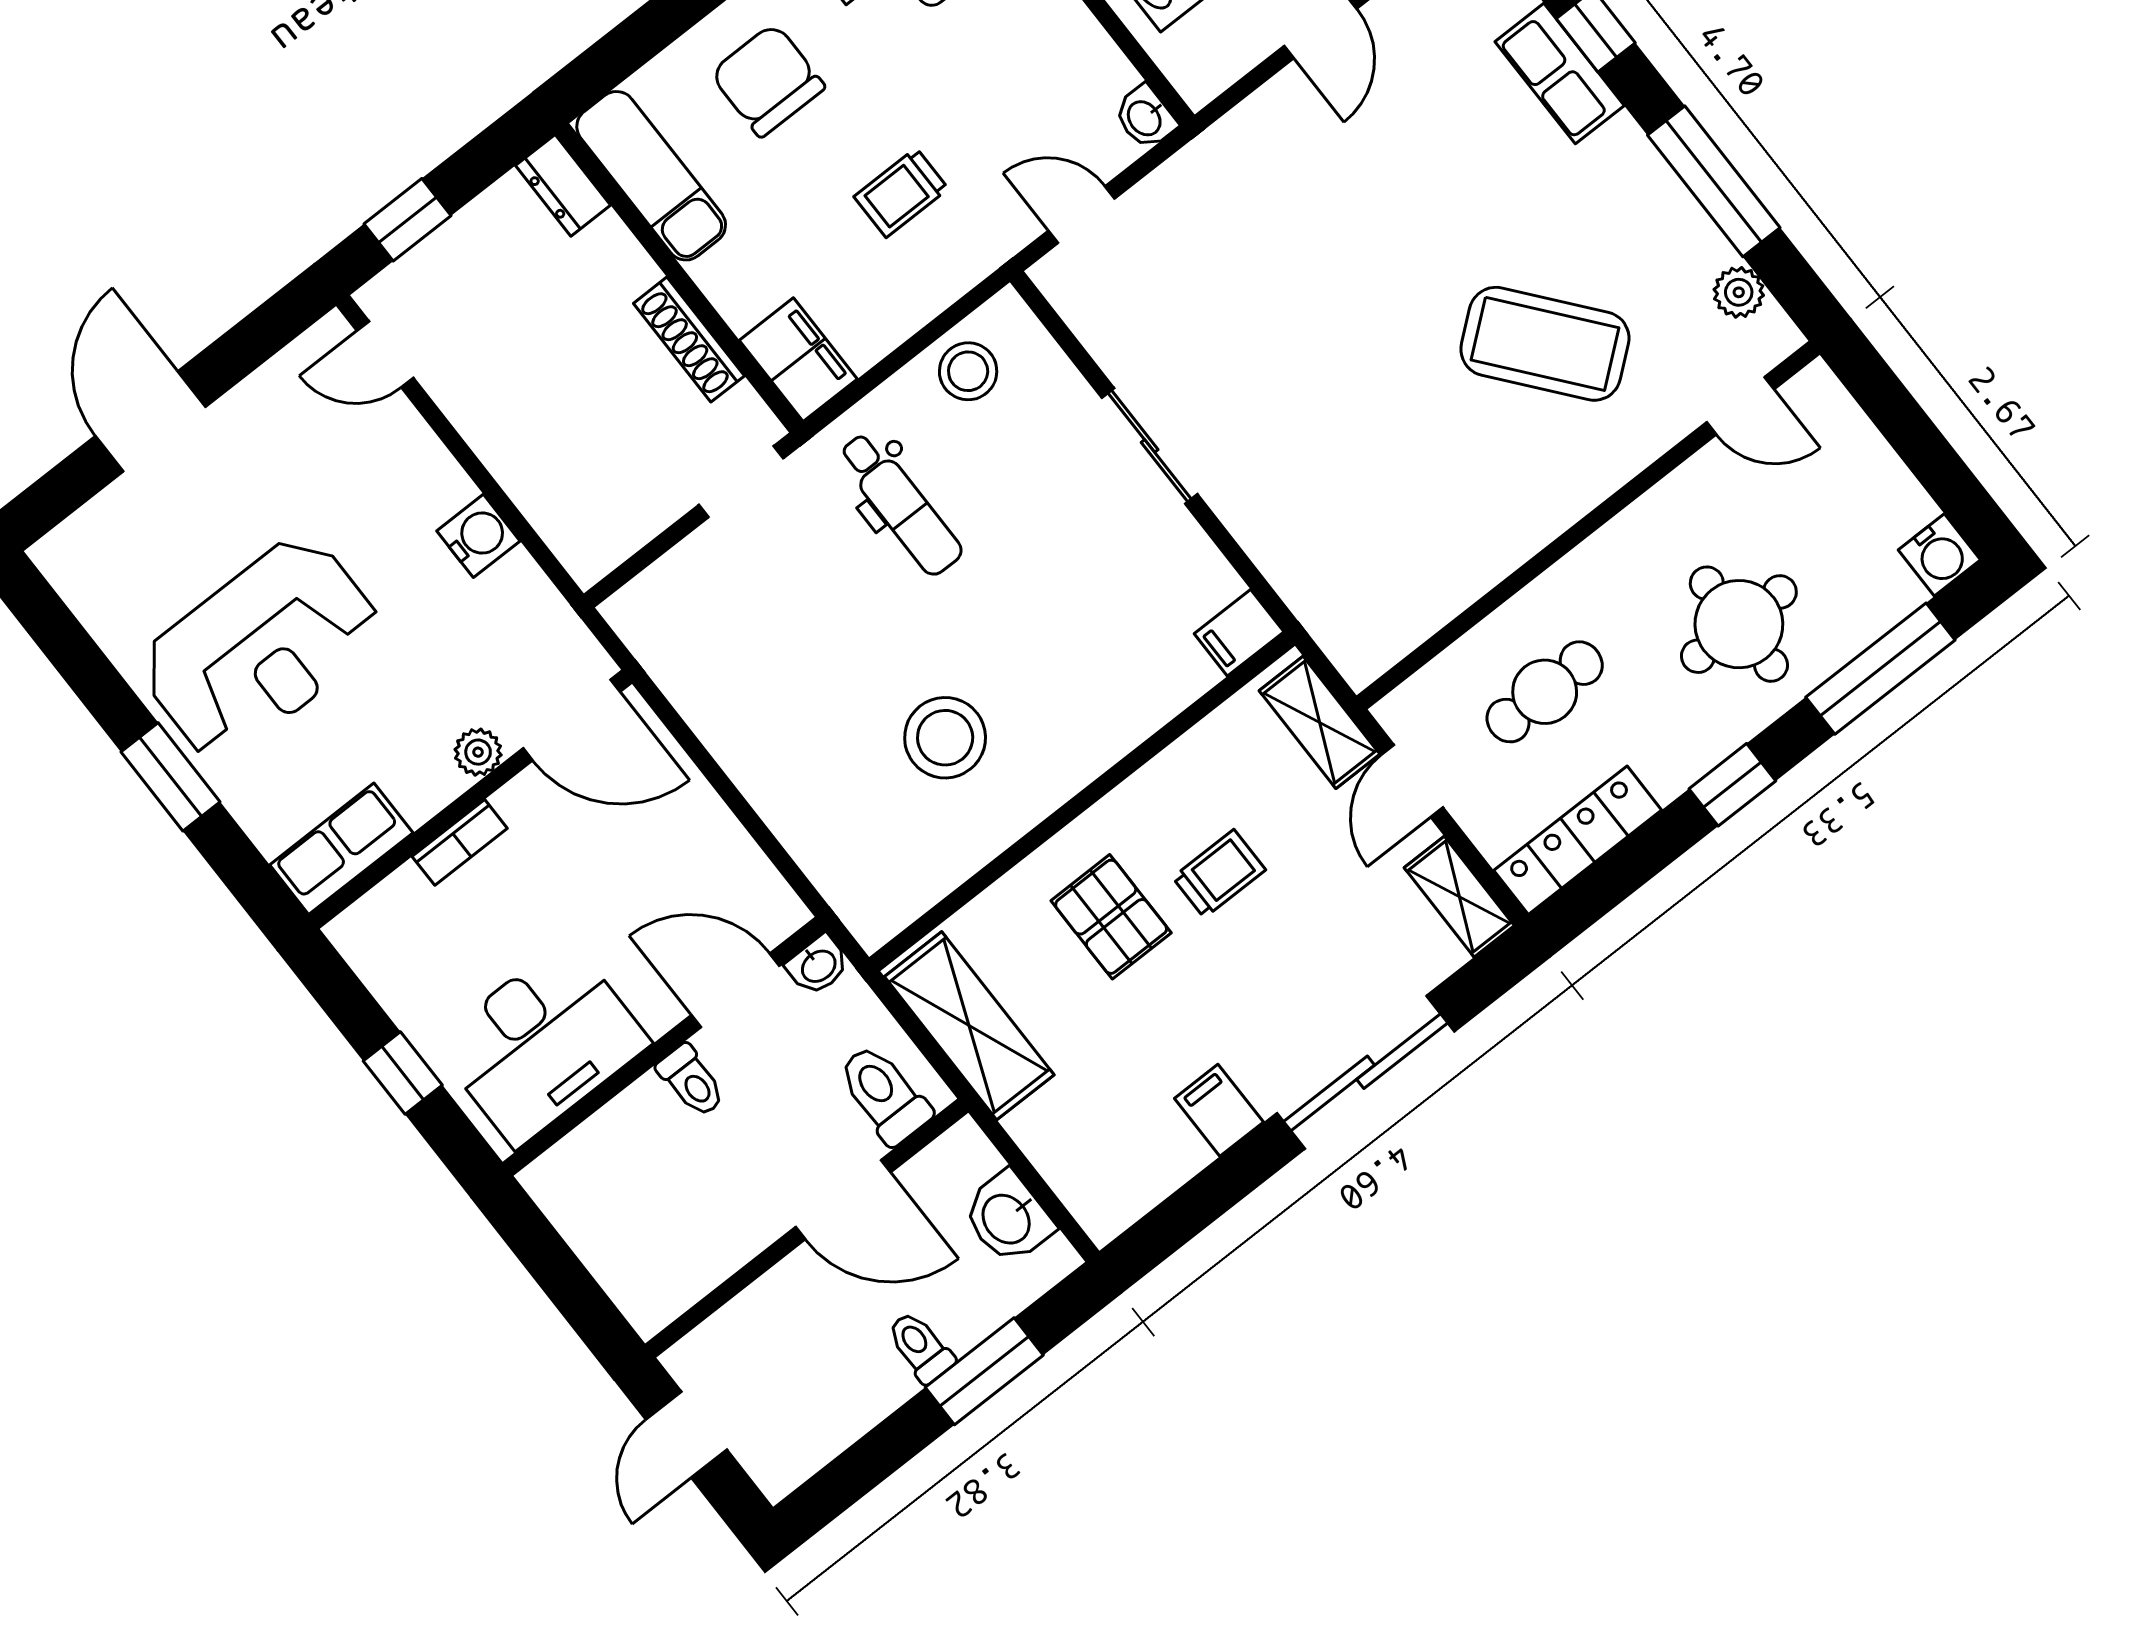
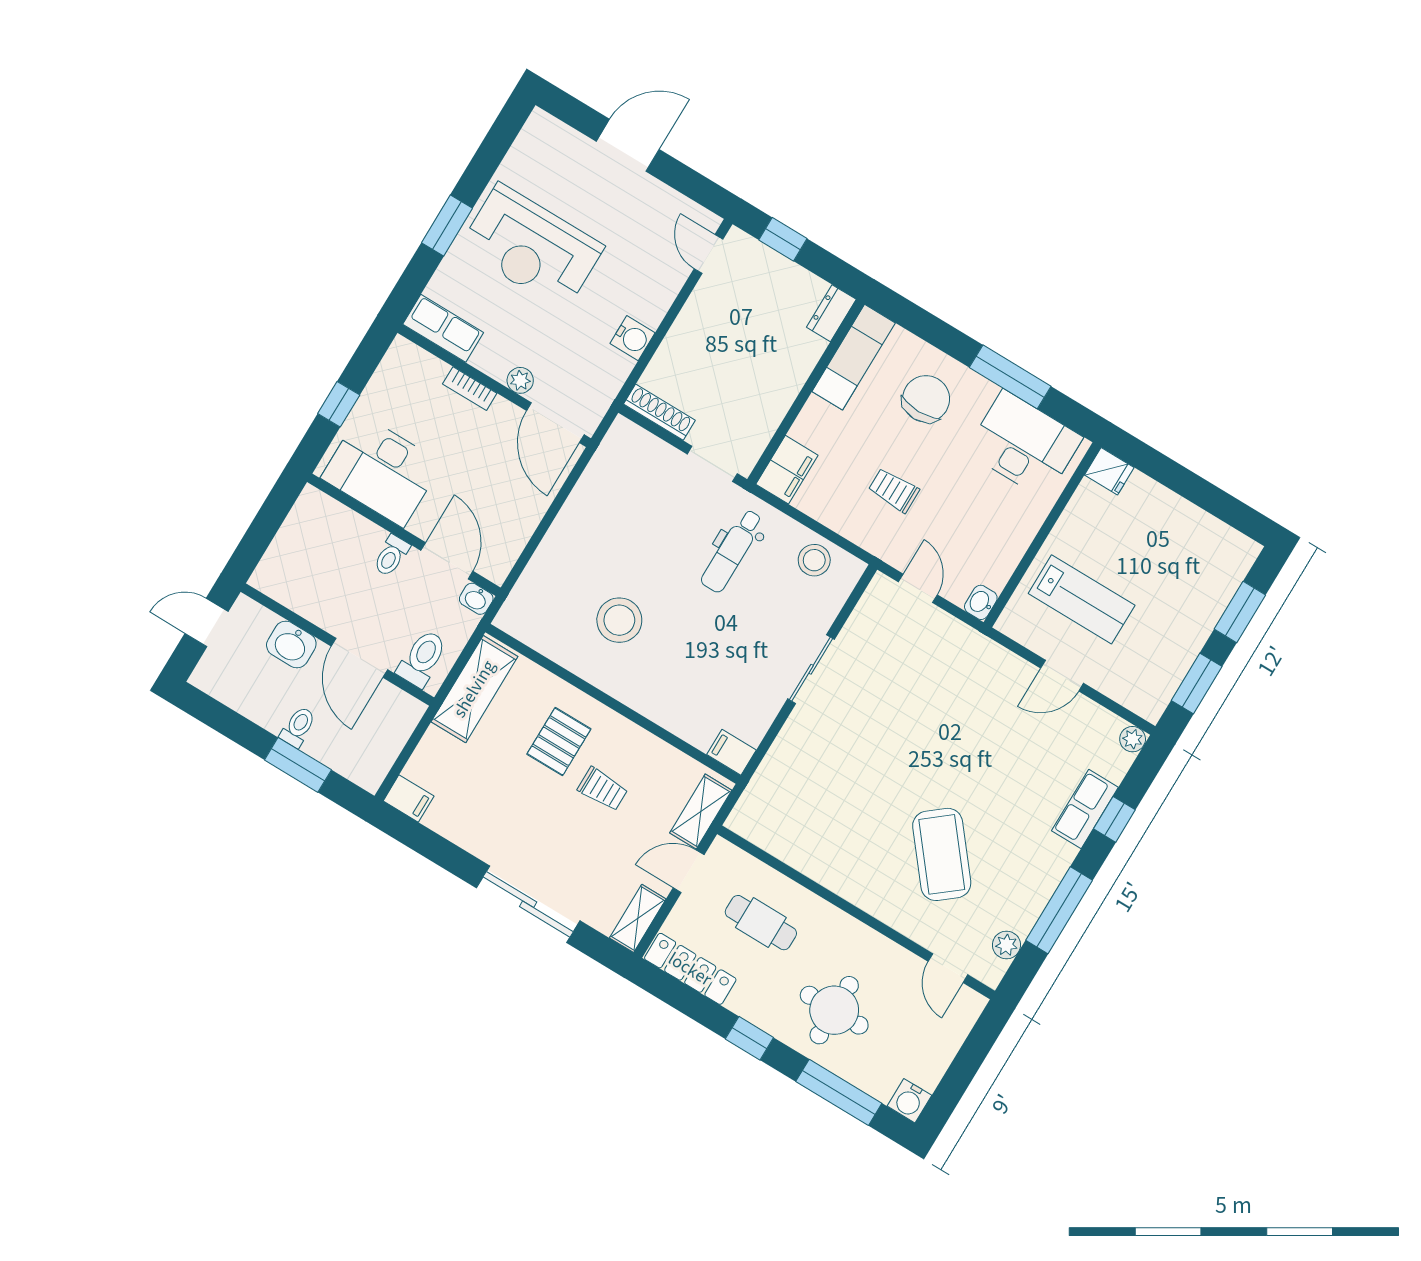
shoe rack: (689, 340) -> (659, 412), moved, turned 90
filing cabinet: (1219, 1110) -> (409, 798), moved, turned 90
washbasin: (1008, 1218) -> (291, 644), moved, turned -90

